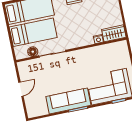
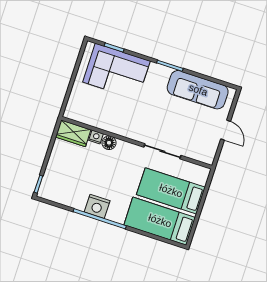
floor lamp: (33, 52) -> (109, 143), moved
door: (21, 89) -> (226, 130), swing flipped
sofa: (68, 101) -> (198, 90), moved

